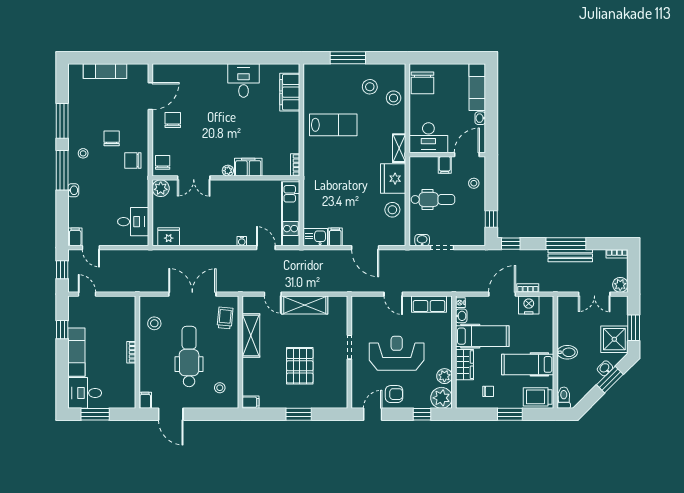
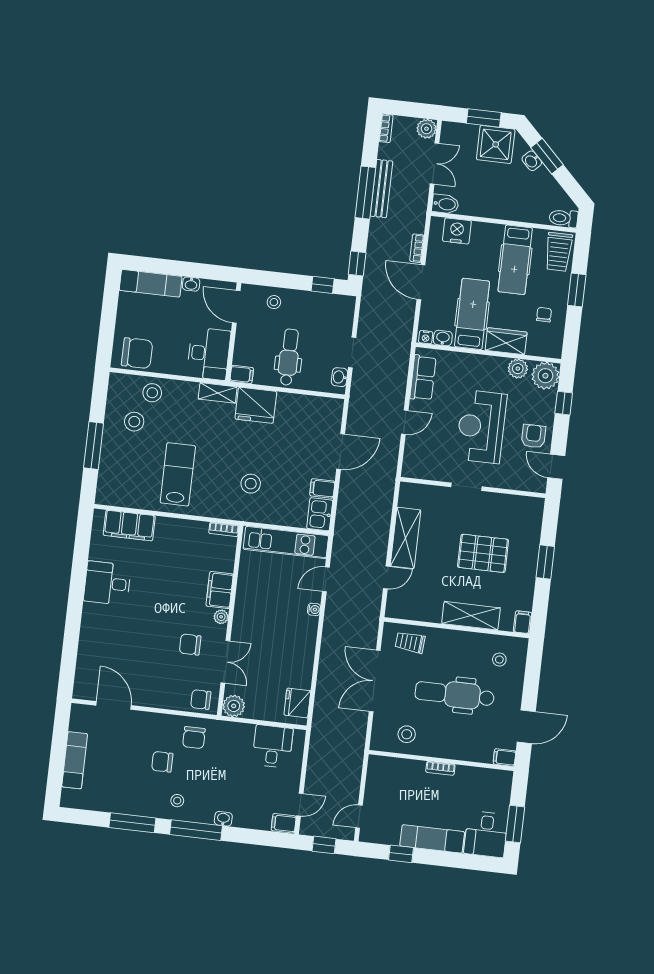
chair: (173, 120) -> (190, 645), moved
filing cabinet: (445, 165) -> (242, 374), moved
stool: (392, 210) -> (251, 484), moved
nightstand: (529, 305) -> (457, 231), moved, turned 90
shelving: (251, 336) -> (471, 616), moved
bidet: (567, 352) -> (445, 204), moved, turned 90

